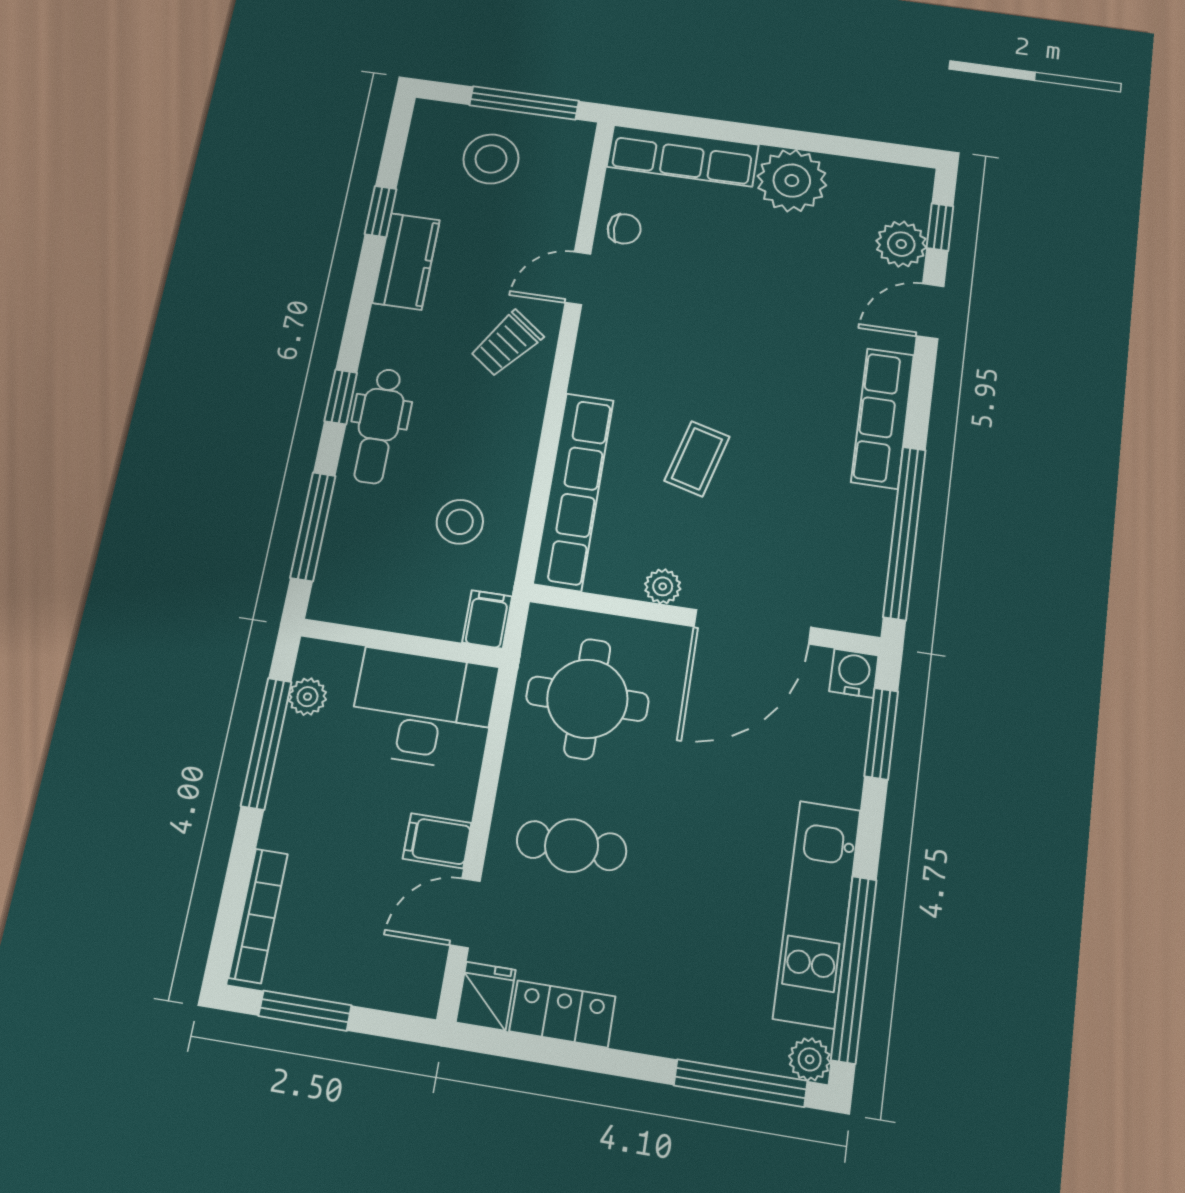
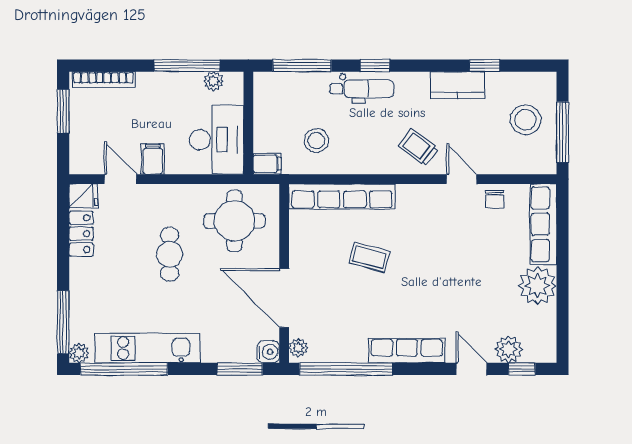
dental chair: (379, 426) -> (362, 89), turned 180
plant: (663, 586) -> (298, 348), moved
cafe table: (572, 846) -> (170, 254), moved

